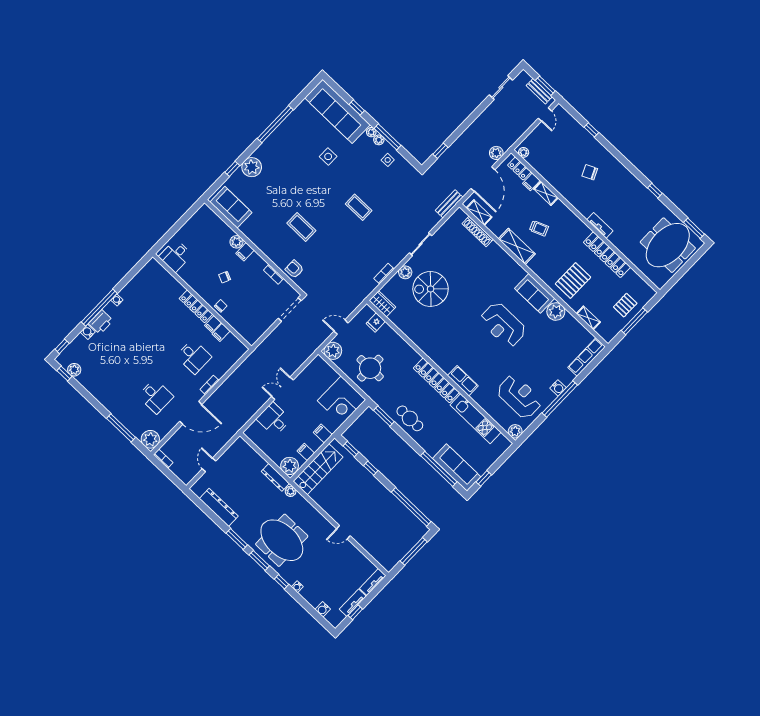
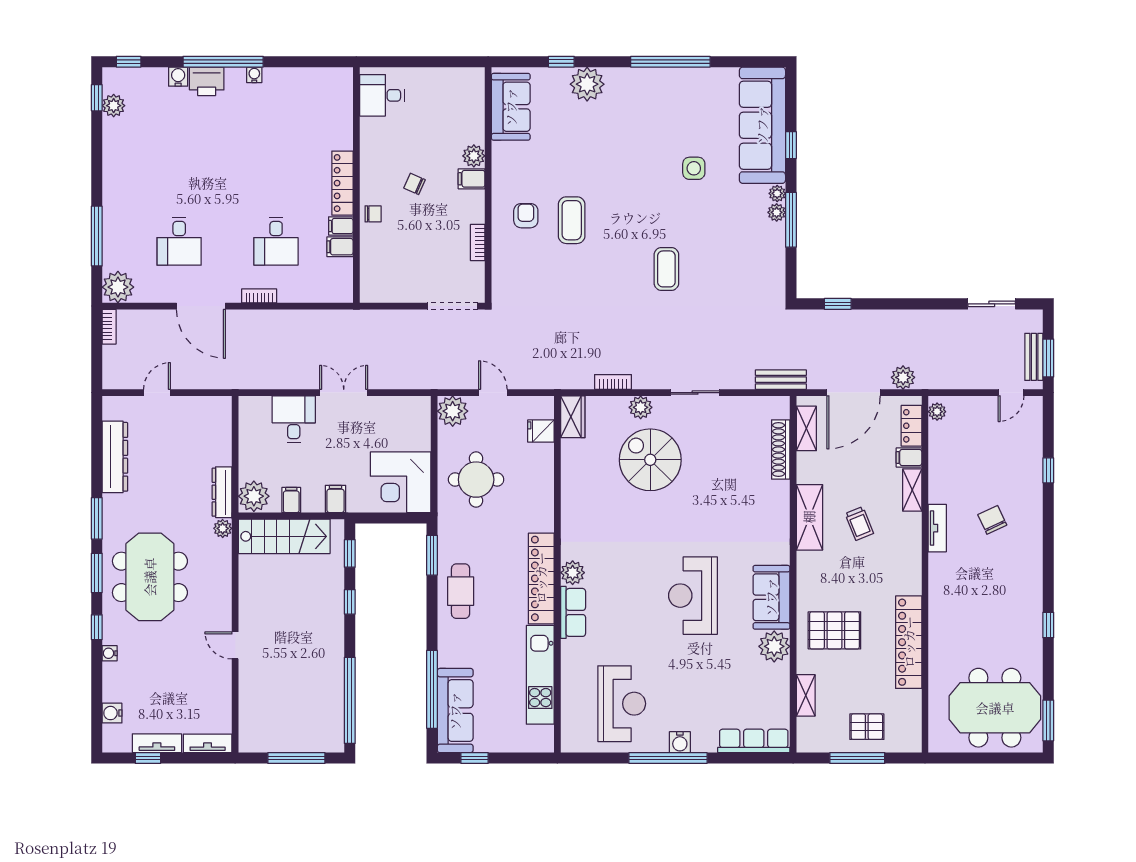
side table: (388, 160) -> (762, 248), removed
tv unit: (600, 225) -> (937, 528), moved
armchair: (294, 269) -> (526, 216), moved
plant: (515, 431) -> (573, 573), moved

